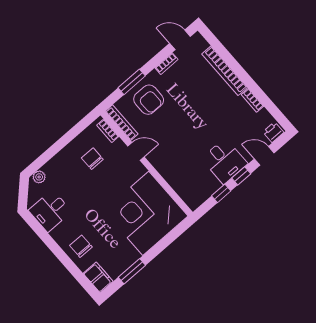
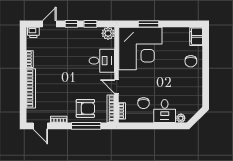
window: (132, 82) -> (86, 126), width x1.44
armchair: (149, 100) -> (85, 108), turned 90
door: (264, 156) -> (49, 24), swing flipped
desk: (224, 161) -> (102, 61), moved, turned 90
plant: (194, 200) -> (108, 33), added
desk: (50, 211) -> (165, 111), moved, turned 90
window: (132, 271) -> (148, 24), moved

